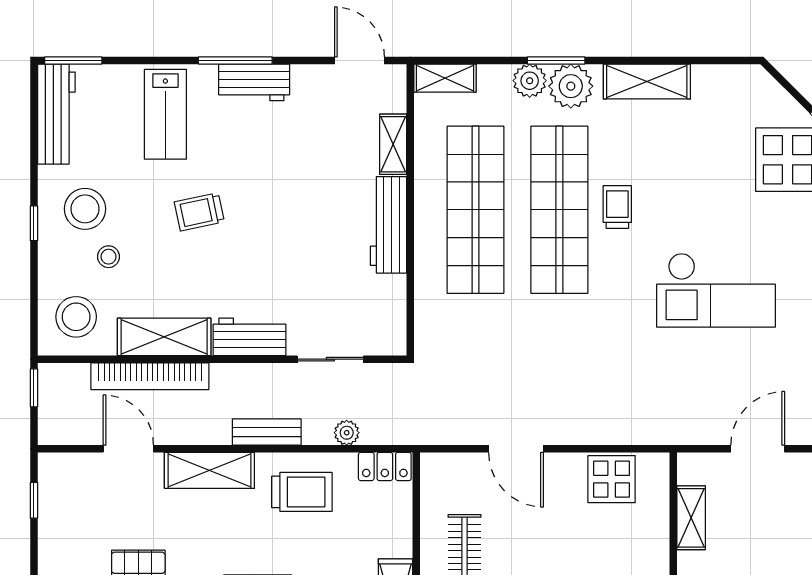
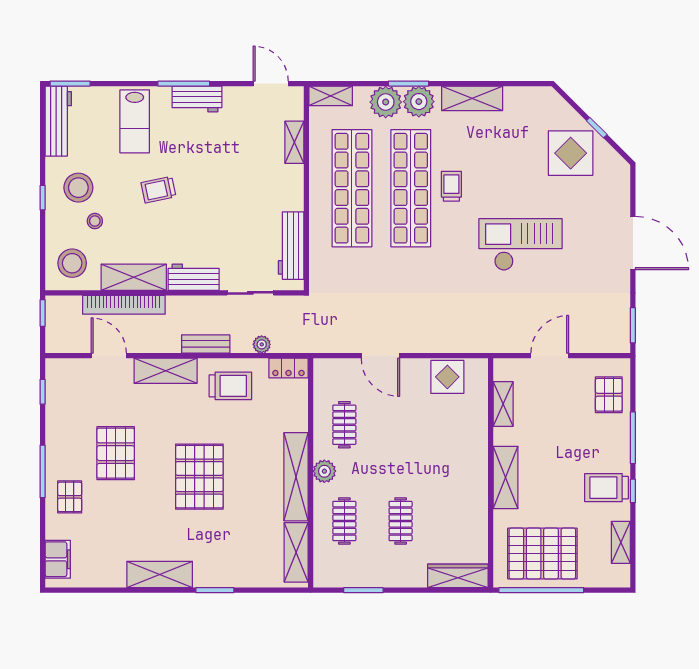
plant: (530, 81) -> (386, 102), width x1.36, depth x1.36
workbench: (389, 225) -> (291, 246), moved
checkout: (716, 290) -> (521, 244), turned 180

